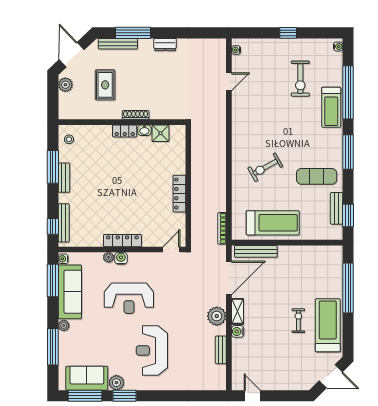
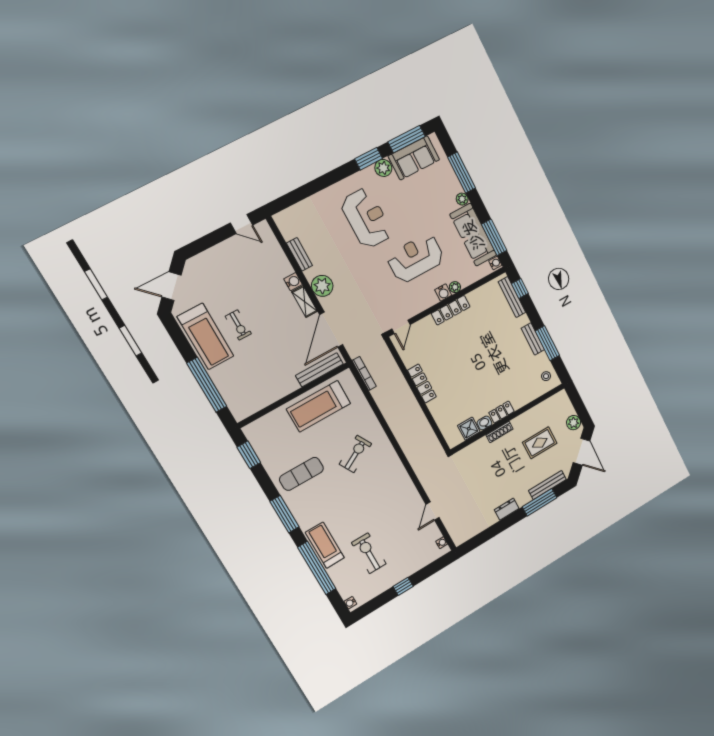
rug: (105, 85) -> (540, 443), turned 90
bench: (337, 208) -> (264, 455), removed

